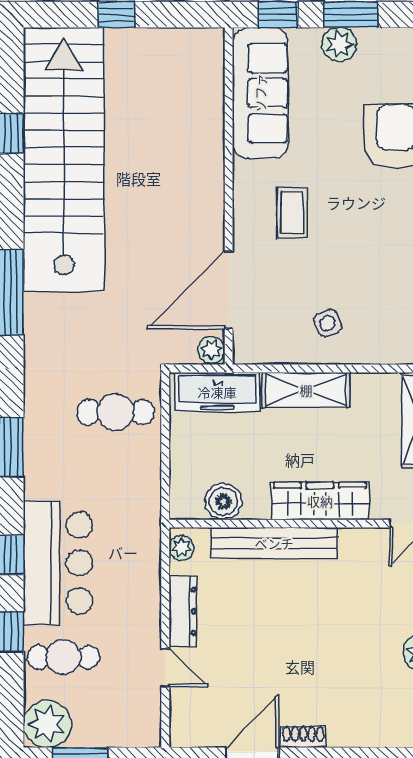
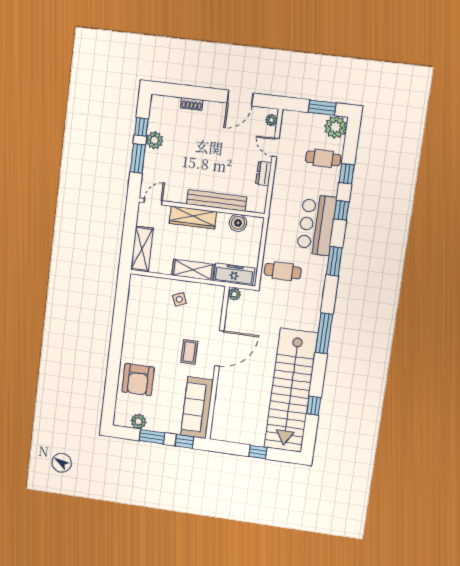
plant: (339, 44) -> (139, 421), moved
door: (229, 290) -> (219, 348), moved
plant: (181, 548) -> (271, 120), moved
bar counter: (58, 563) -> (317, 225), moved
dresser: (183, 611) -> (264, 173), width x0.70
shoe rack: (303, 737) -> (192, 104), moved

